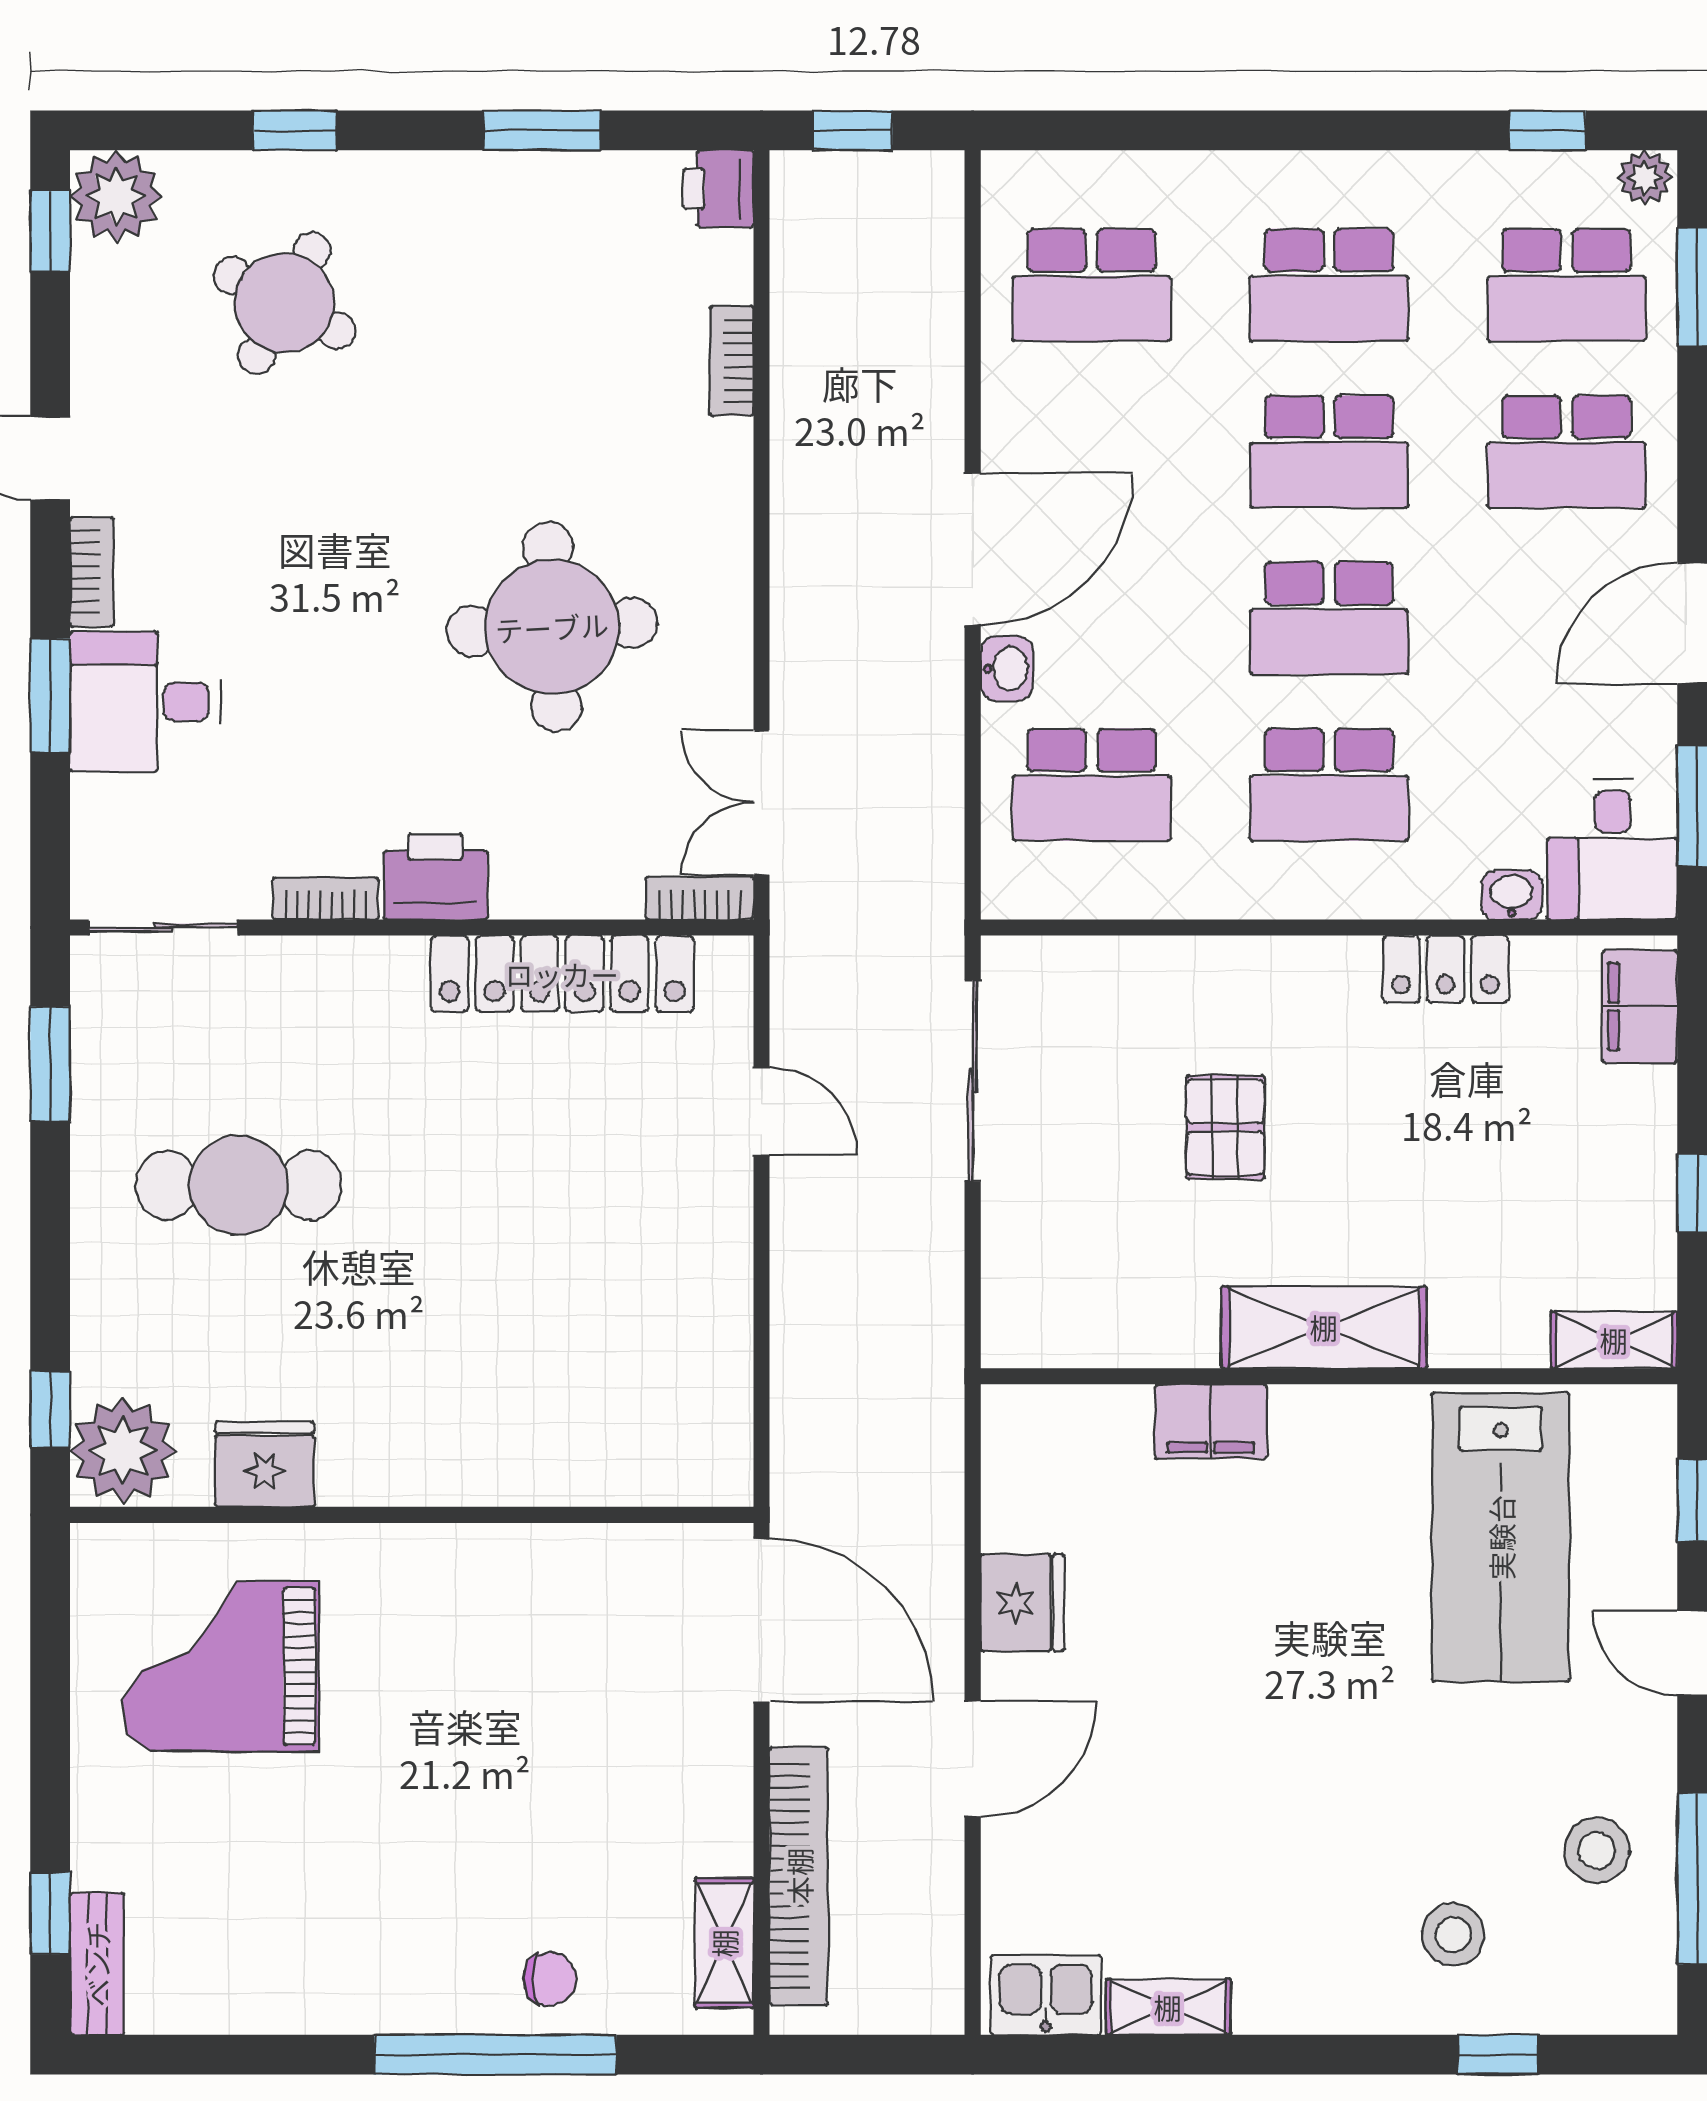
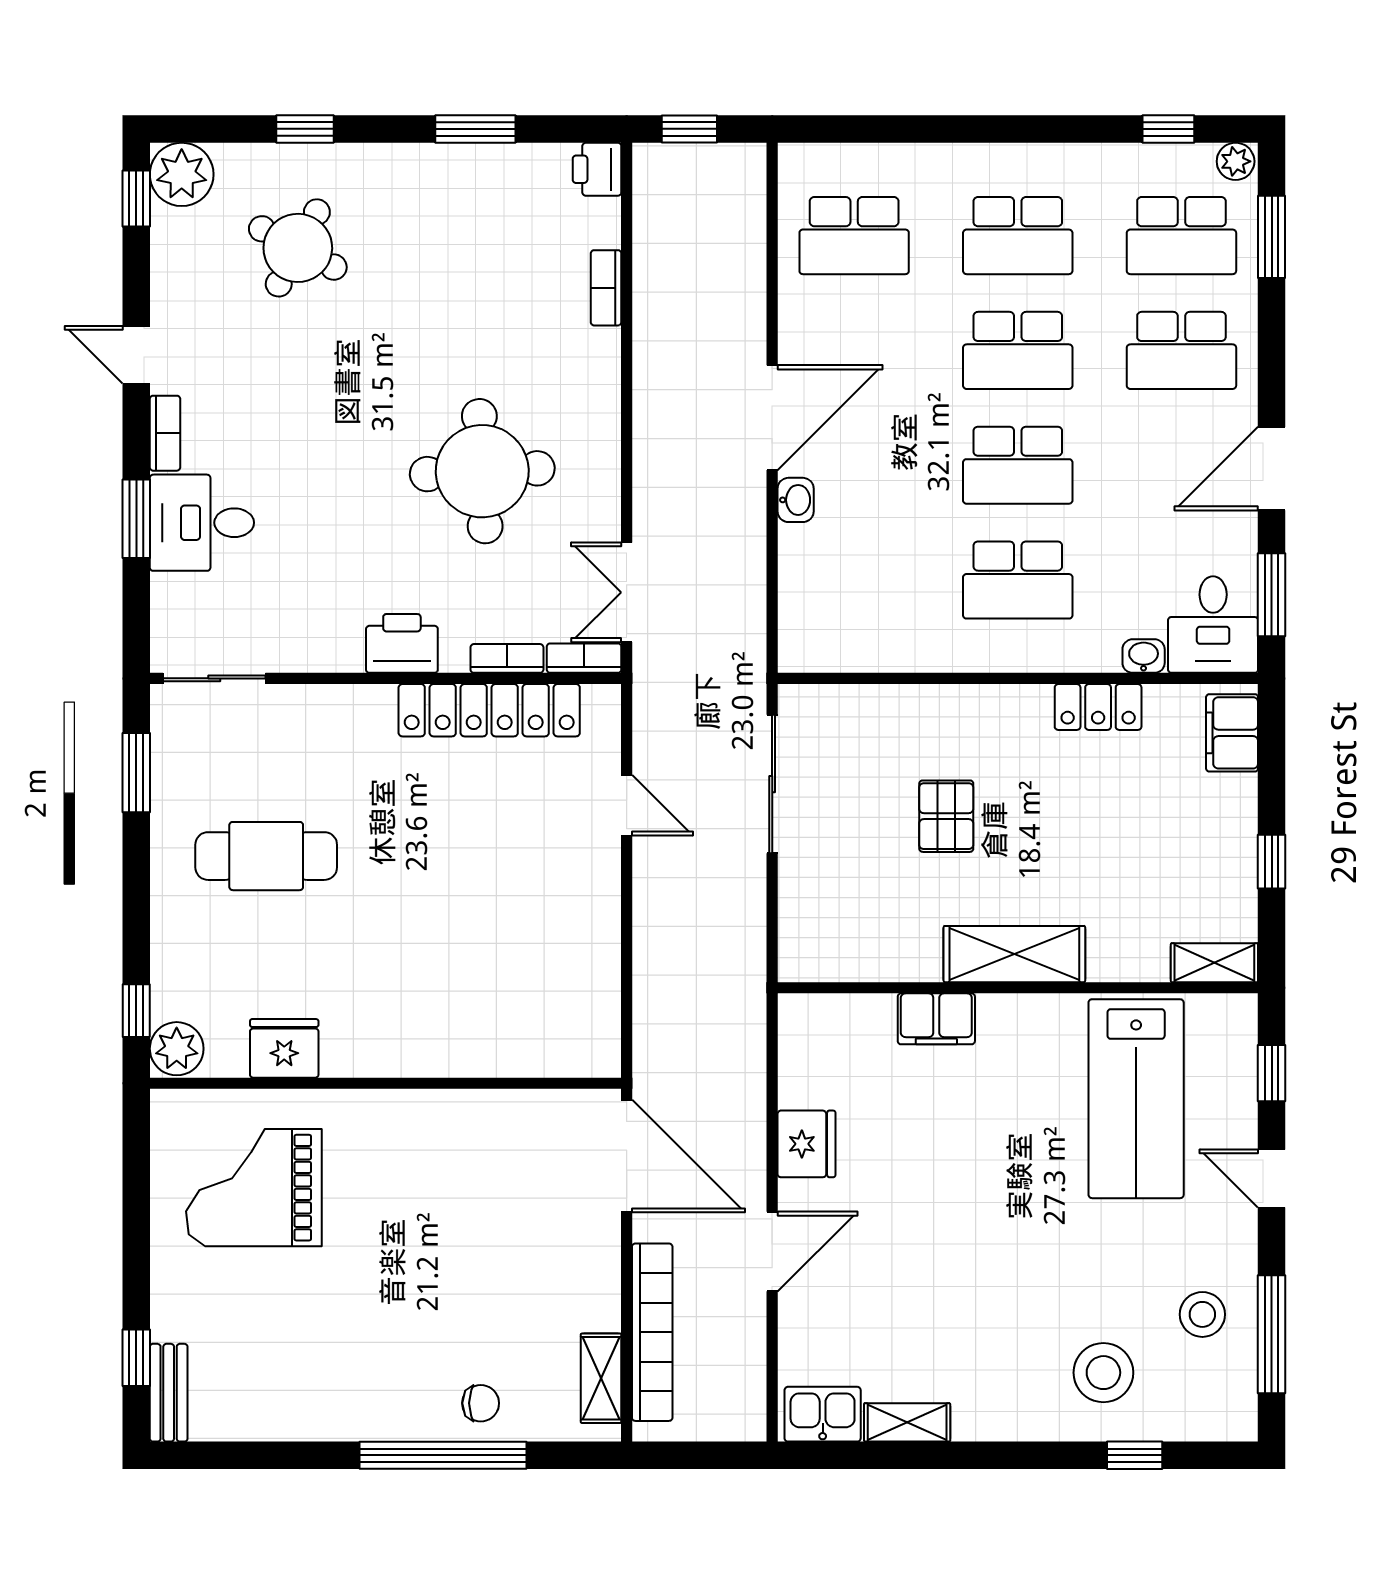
school desk: (1092, 785) -> (854, 580), removed
bookcase: (326, 899) -> (507, 658), moved
plant: (123, 1451) -> (177, 1049), width x0.73, depth x0.73
stool: (1453, 1935) -> (1103, 1373), width x1.38, depth x1.38

